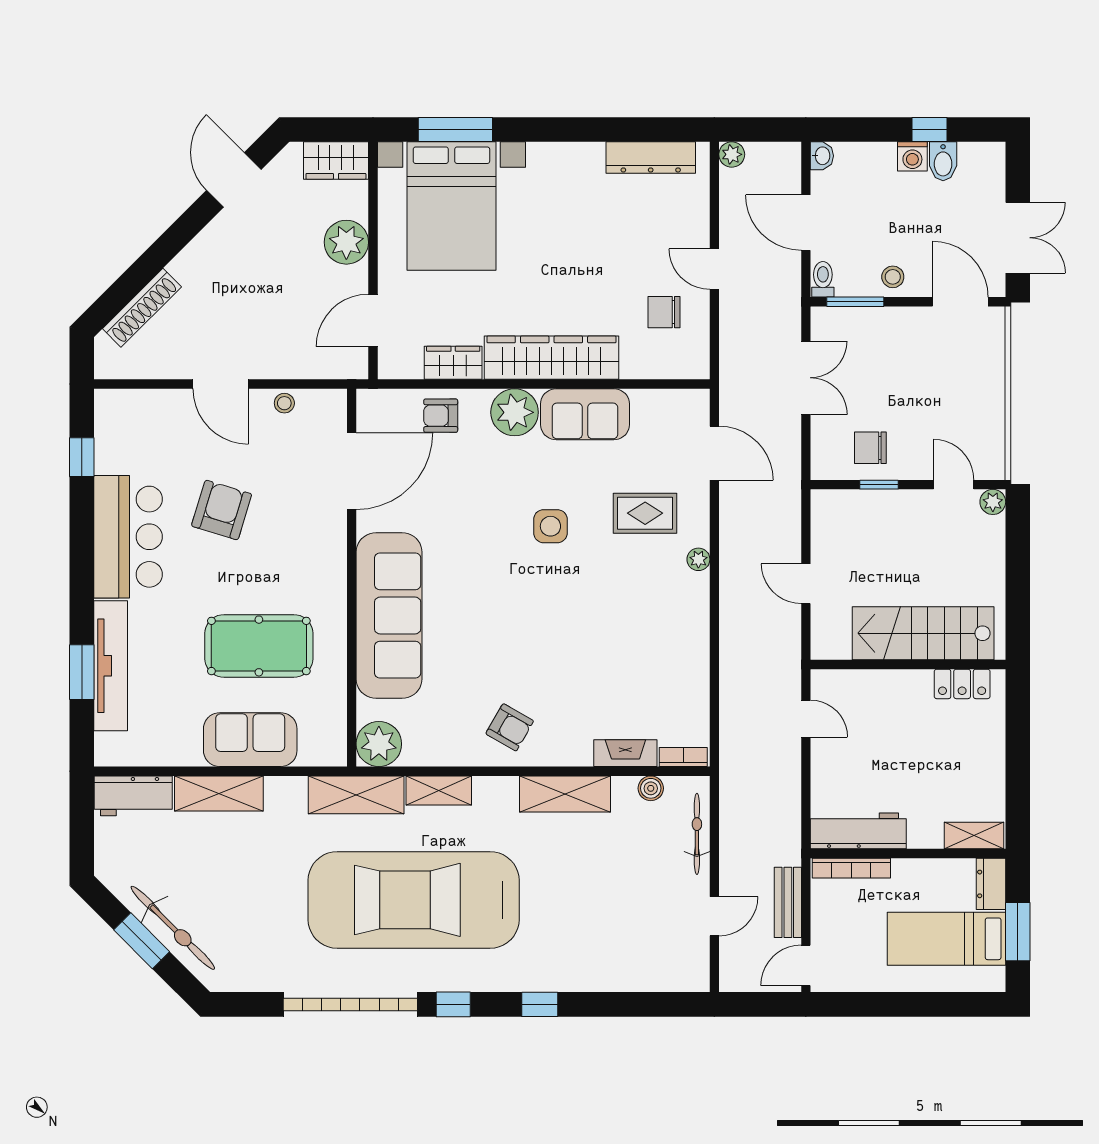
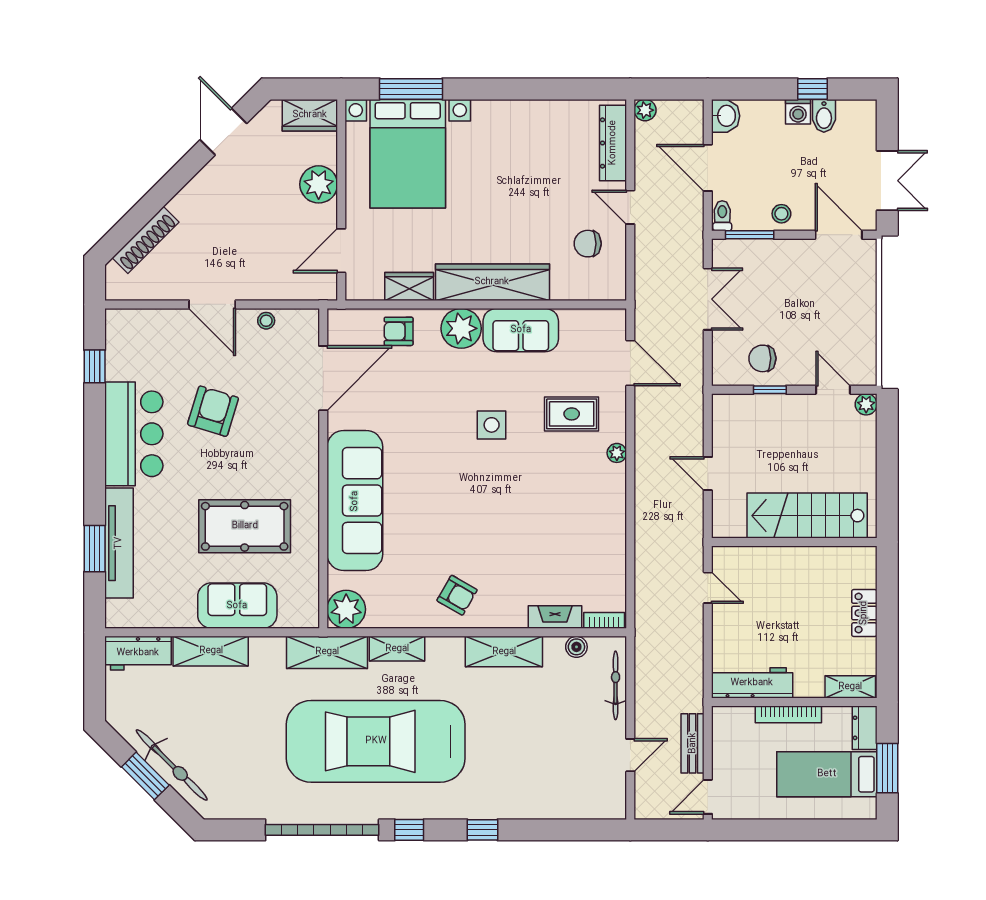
washbasin: (822, 156) -> (726, 116), width x1.38, depth x1.45
dresser: (651, 158) -> (613, 143), moved, turned 90
locker: (962, 684) -> (864, 613), moved, turned 90
bookcase: (851, 868) -> (788, 714), moved

